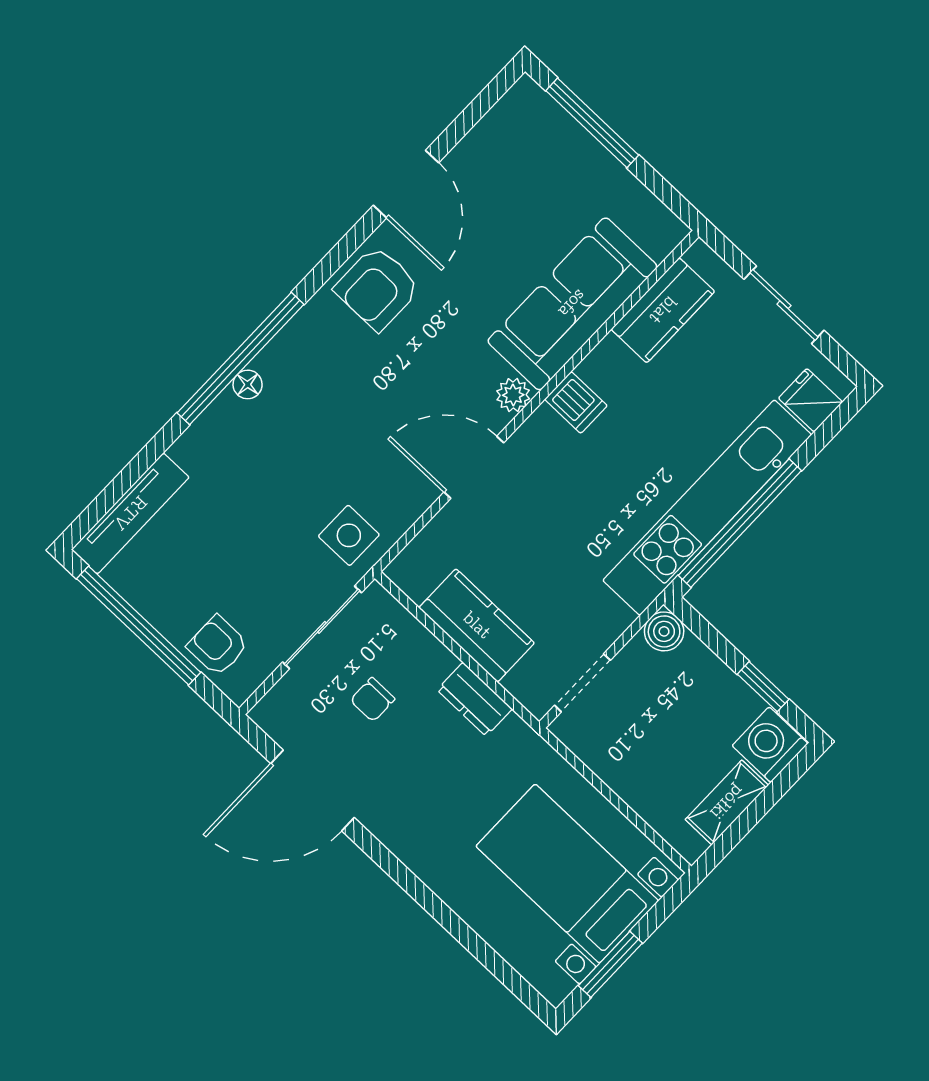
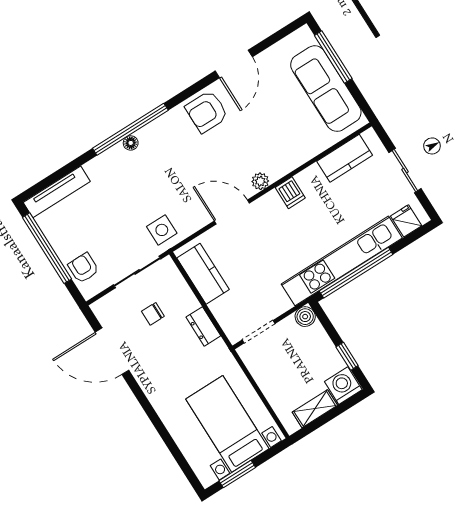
sofa: (572, 304) -> (326, 89), moved, turned -90
kitchen counter: (477, 625) -> (203, 274), moved

